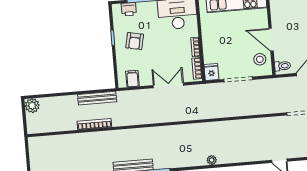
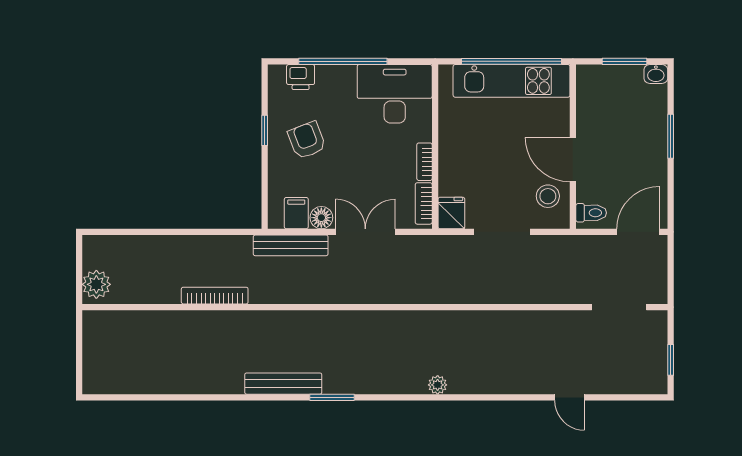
armchair: (135, 41) -> (307, 140), turned 147
floor lamp: (145, 80) -> (321, 218), added
bench: (97, 98) -> (291, 245), moved
plant: (32, 106) -> (96, 284), moved

